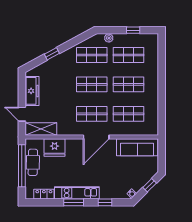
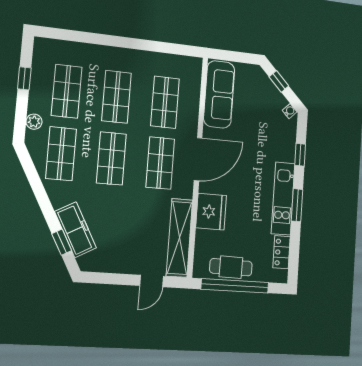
window: (52, 54) -> (62, 242), moved
freezer: (32, 91) -> (76, 230), moved, turned 62
shelving: (41, 129) -> (179, 238), width x1.47
door: (96, 137) -> (198, 159), hinge flipped
fridge: (55, 147) -> (211, 212), moved

